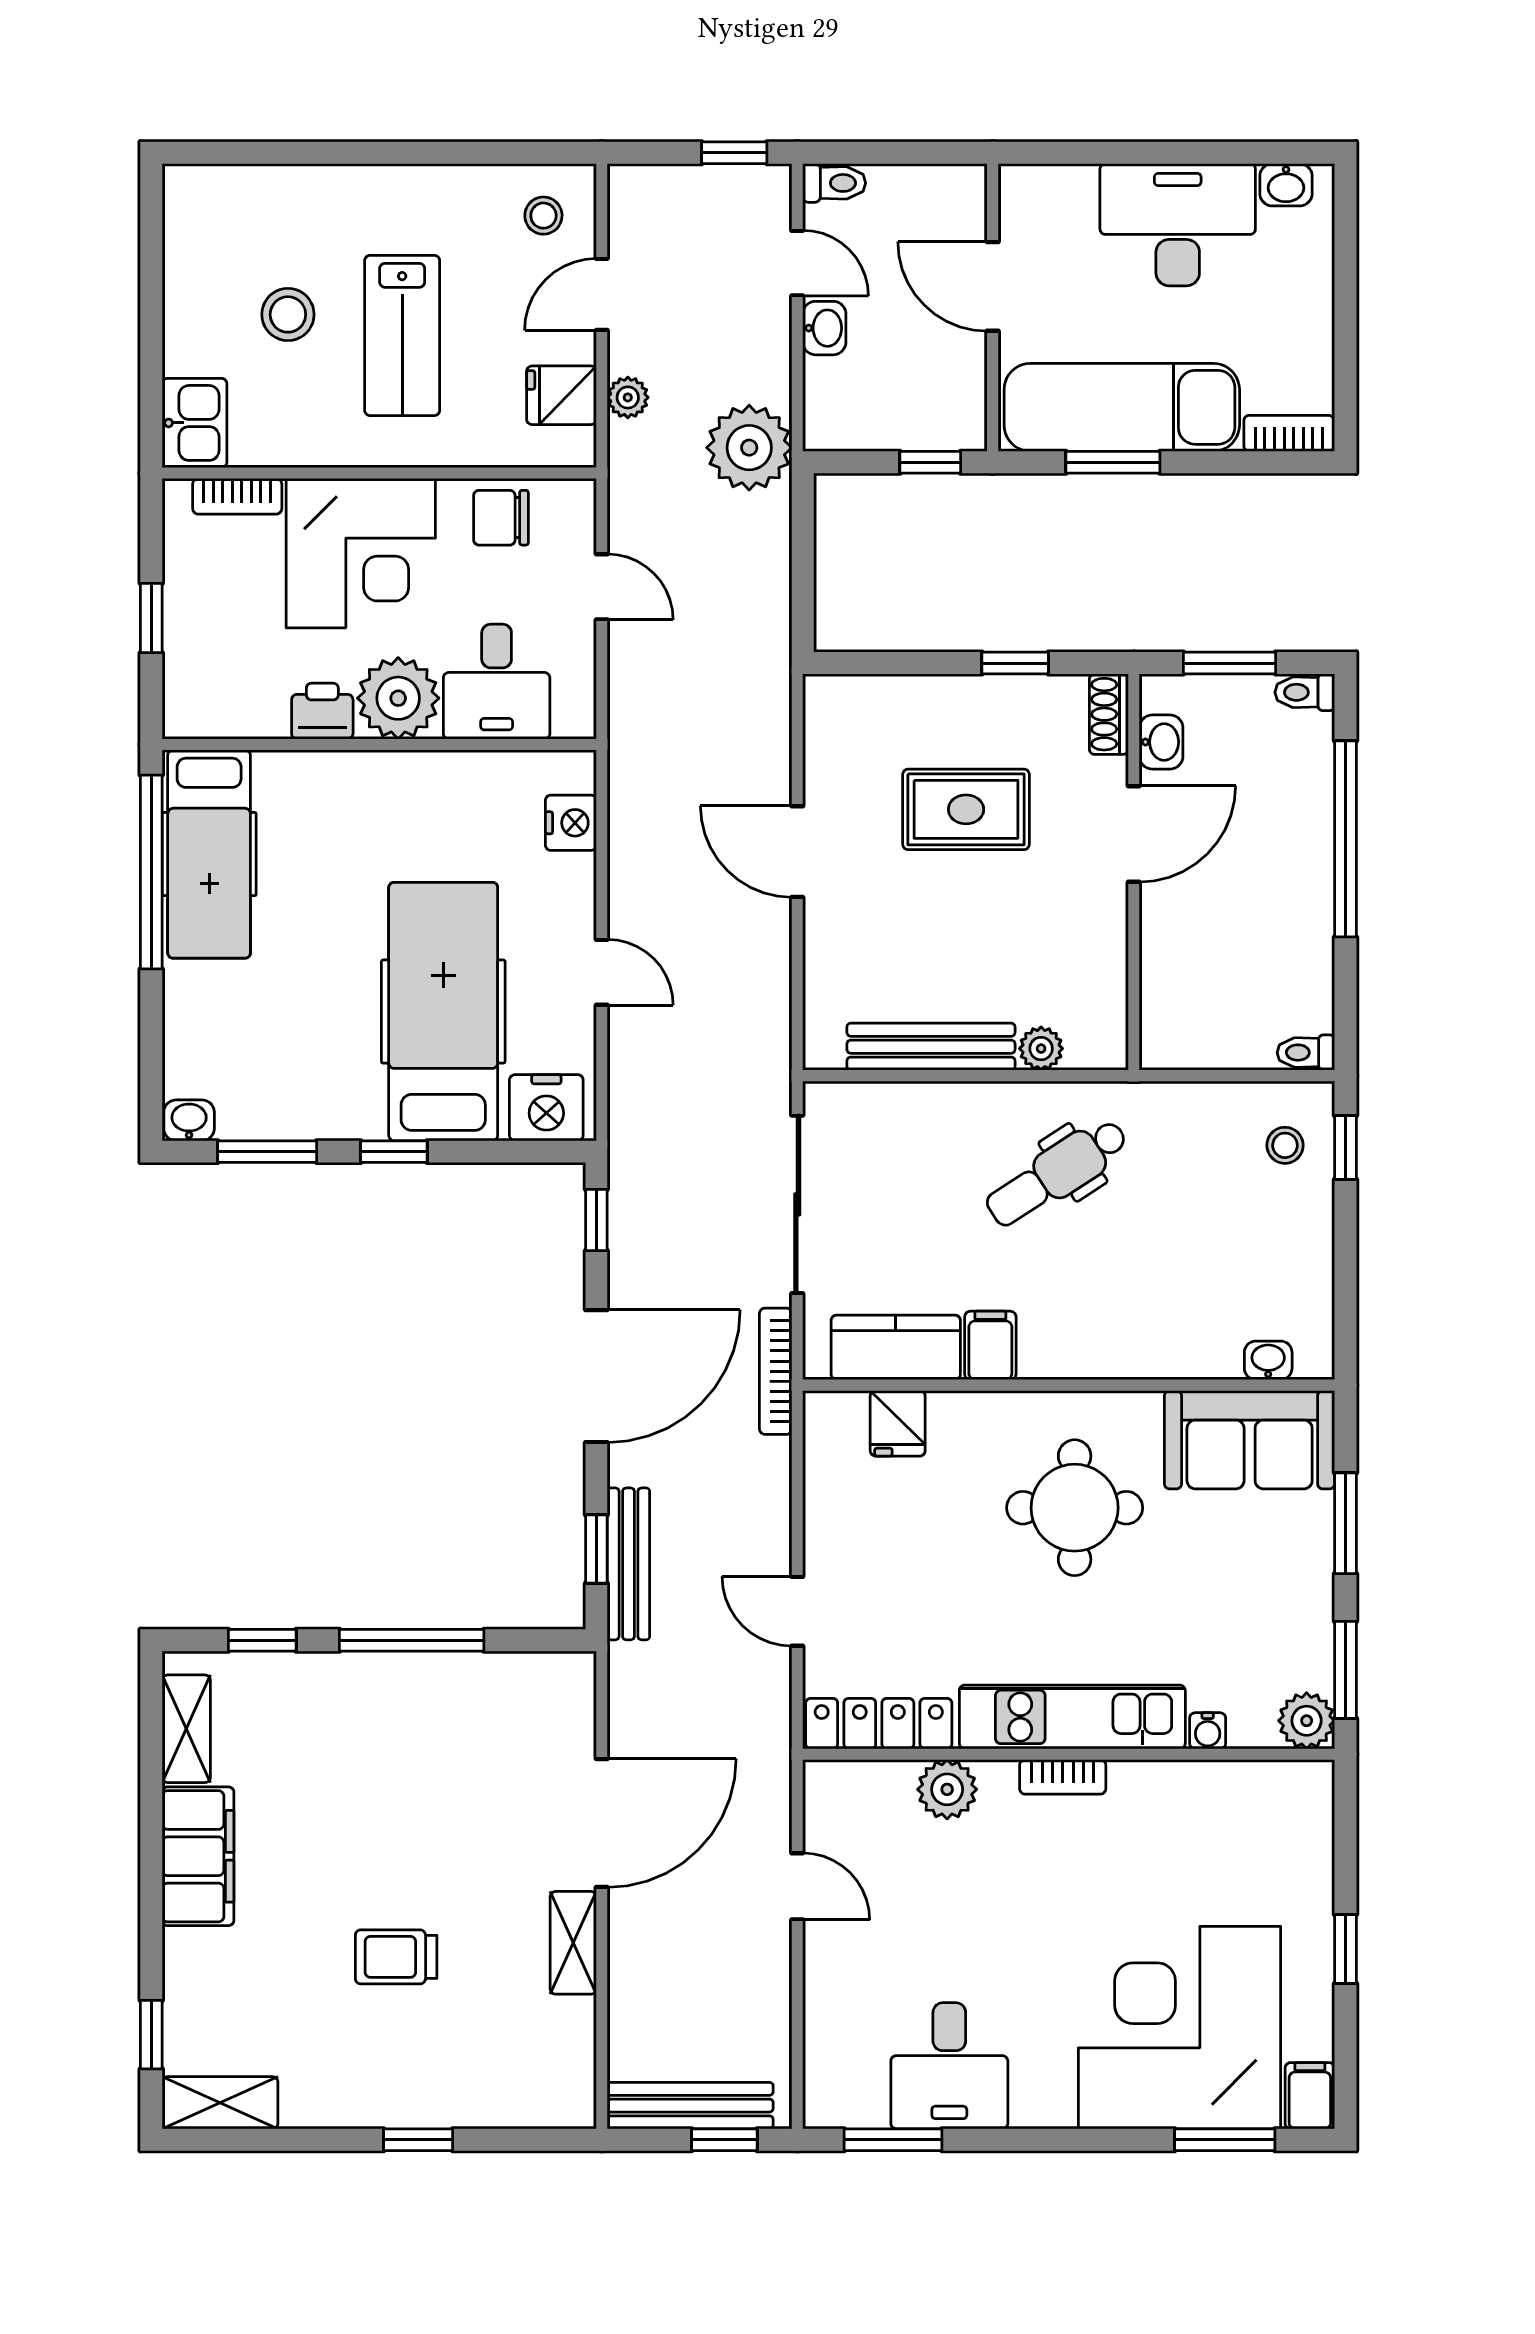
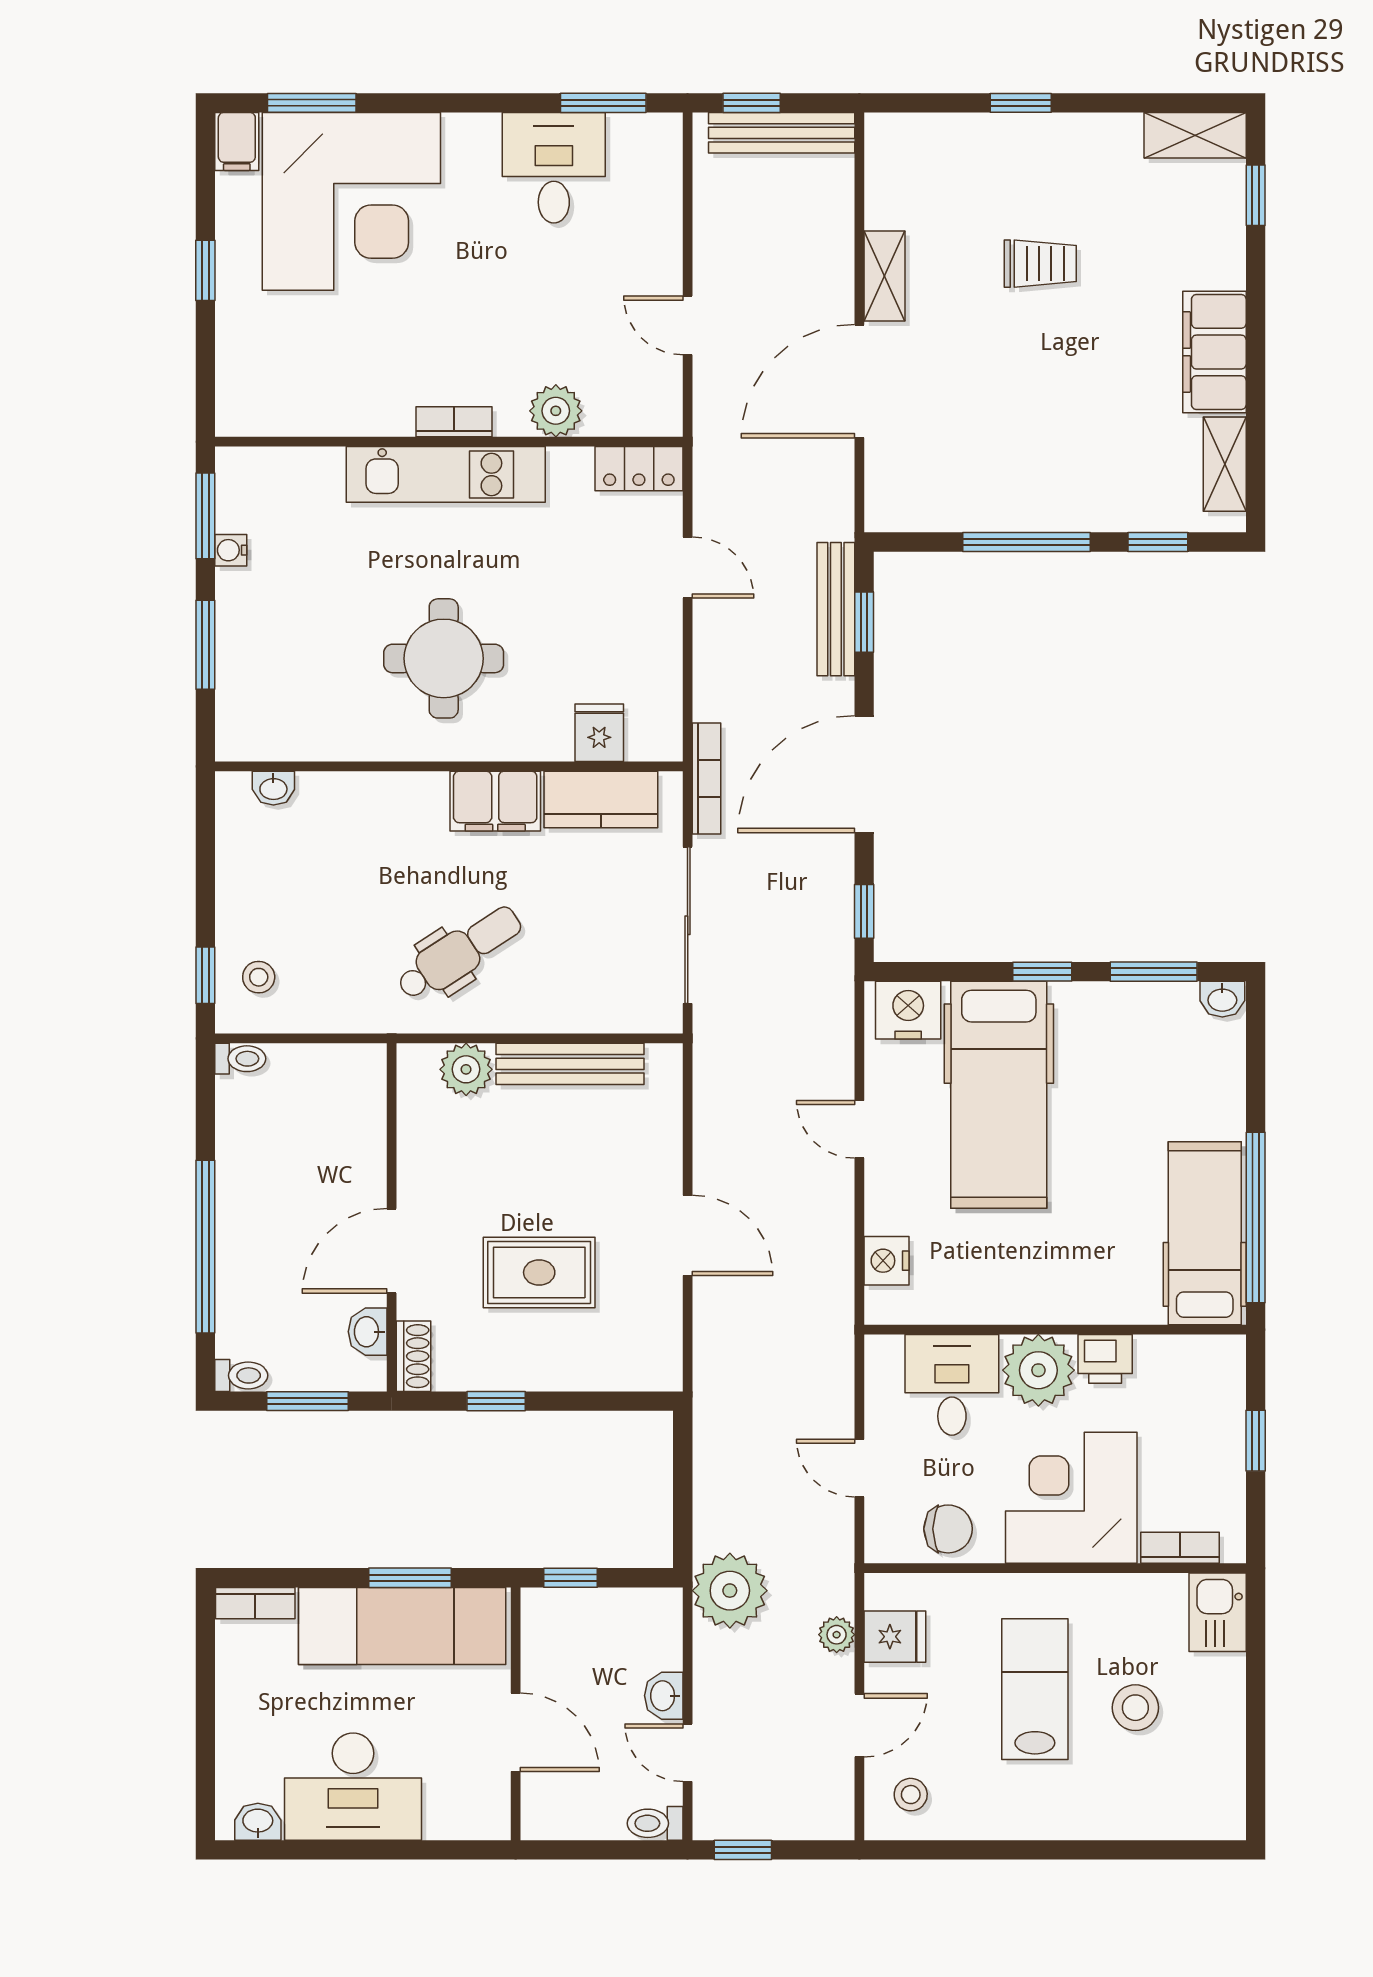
plant: (1041, 1049) -> (466, 1069), width x1.38, depth x1.38
filing cabinet: (990, 1345) -> (495, 801), width x2.00
sofa: (1250, 1440) -> (290, 718), removed
plant: (1307, 1721) -> (240, 471), removed
locker: (879, 1724) -> (639, 469), width x0.66
water cooler: (1208, 1731) -> (231, 550), moved, turned -90

